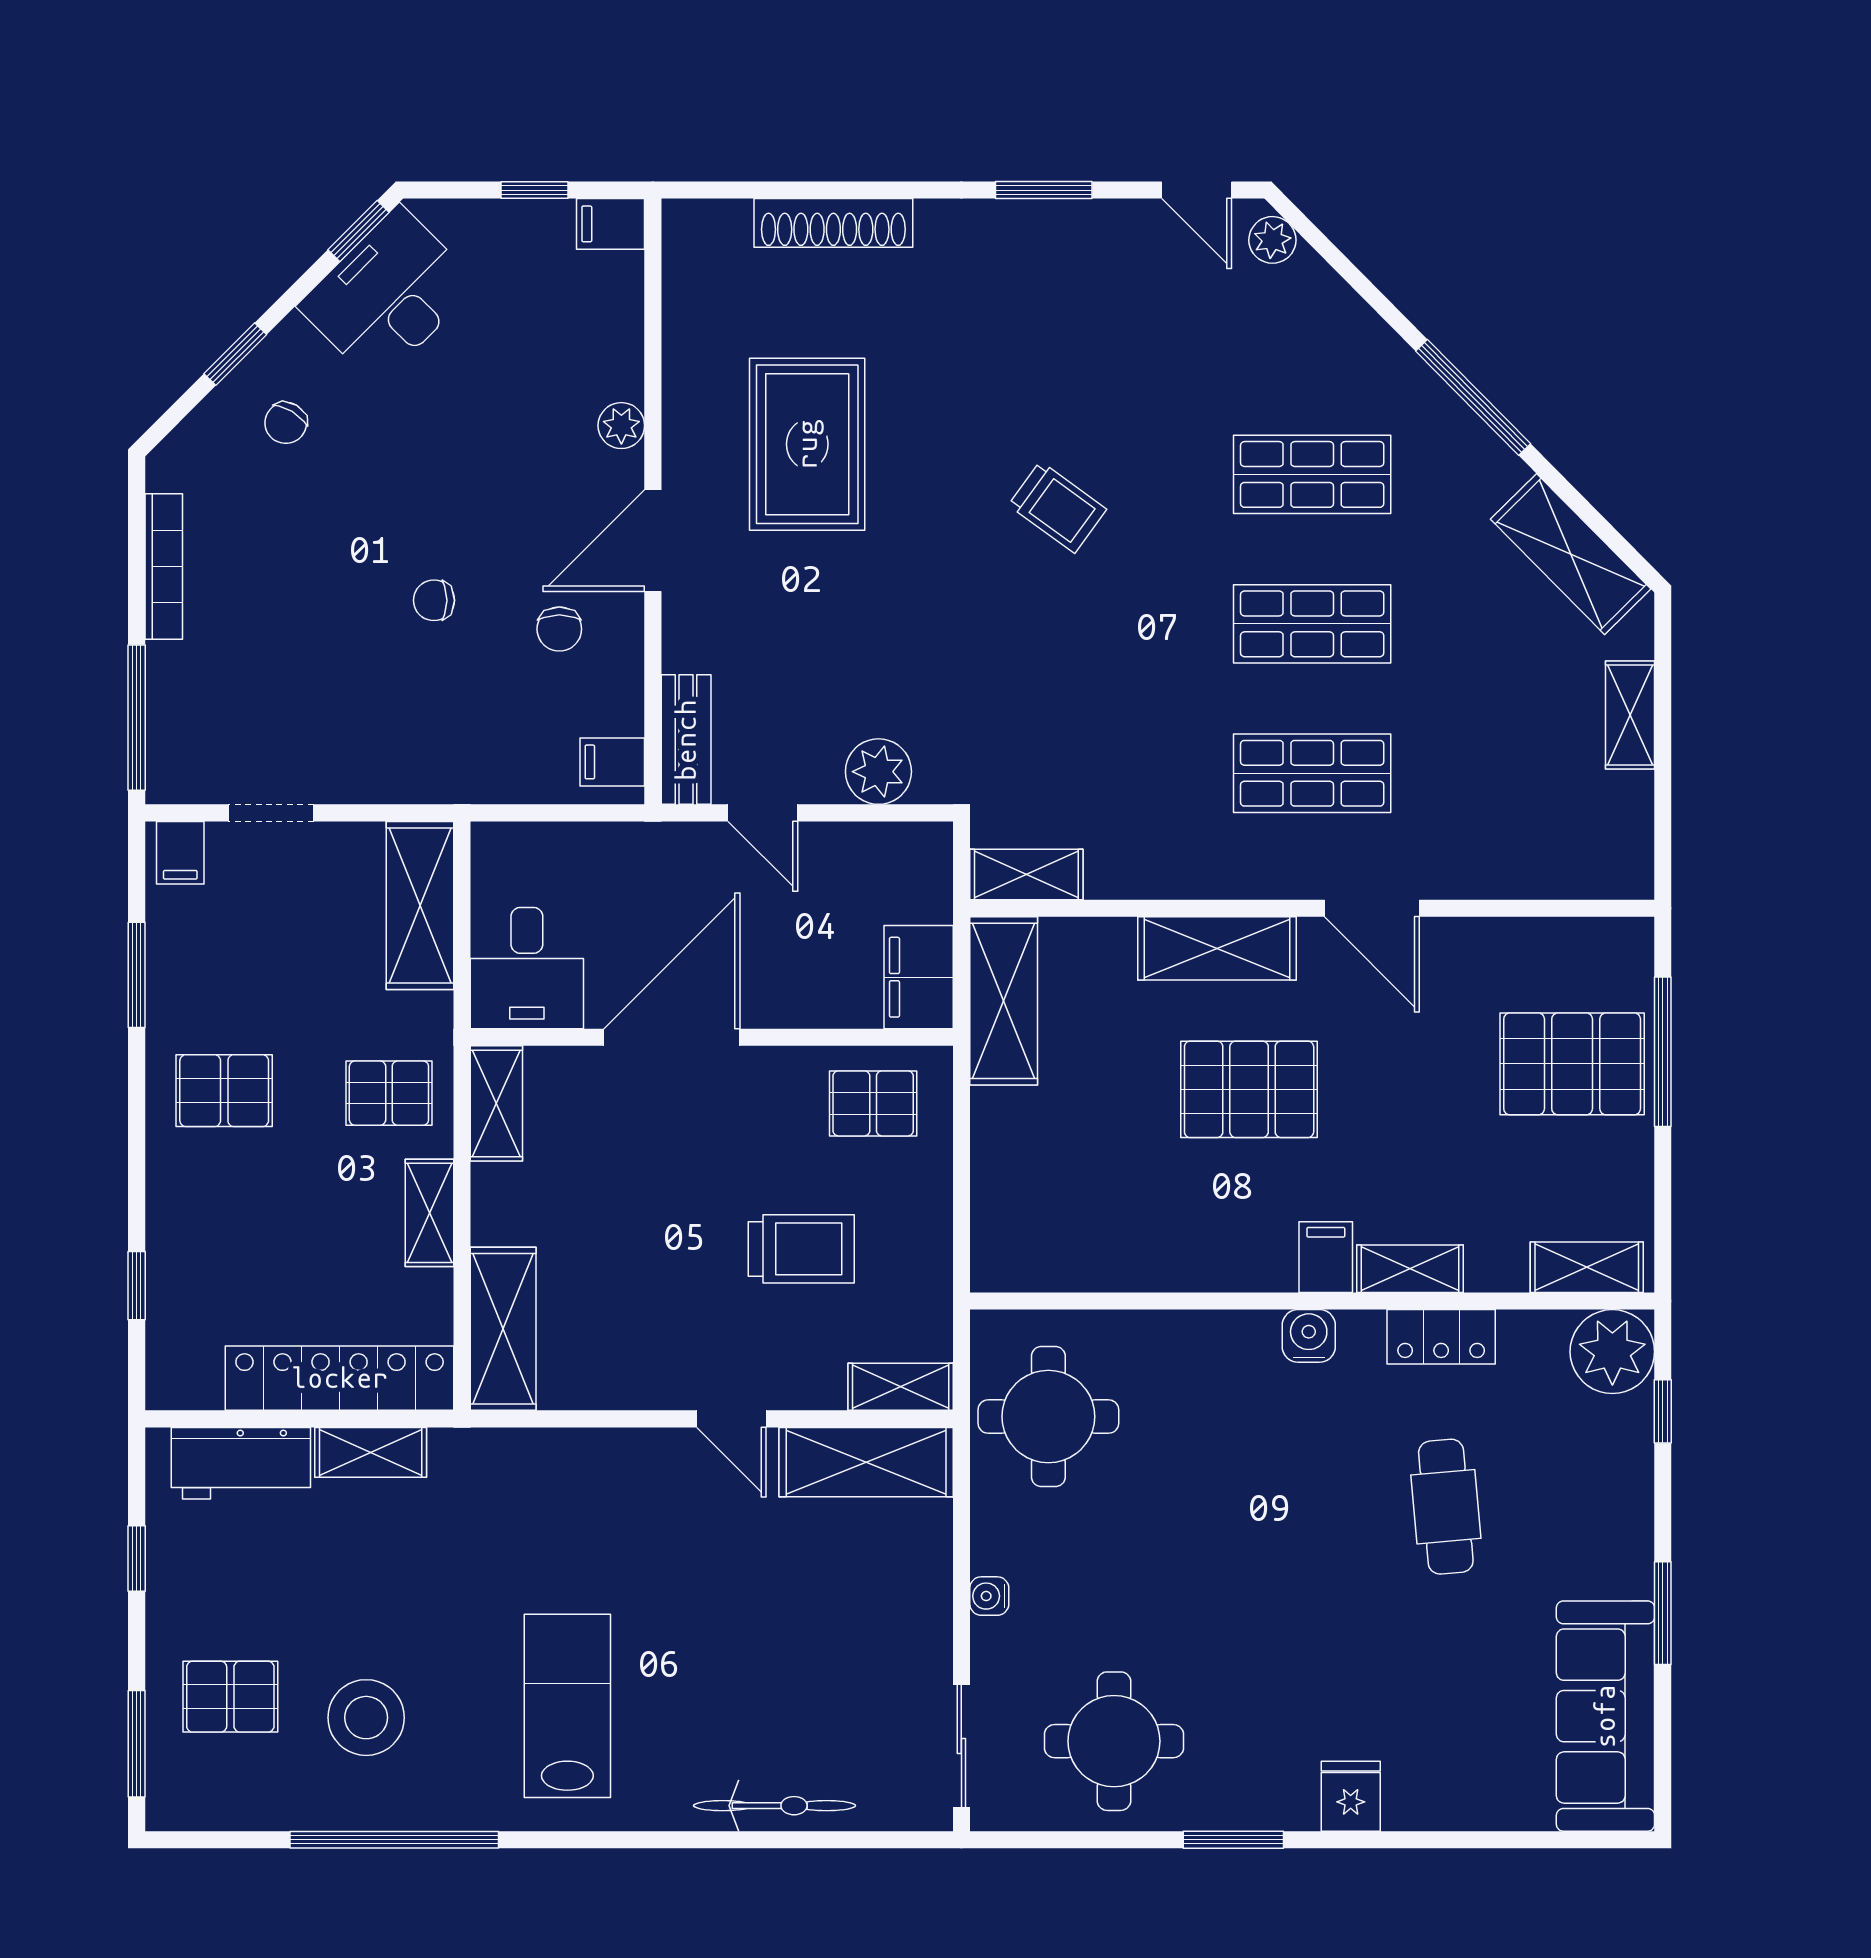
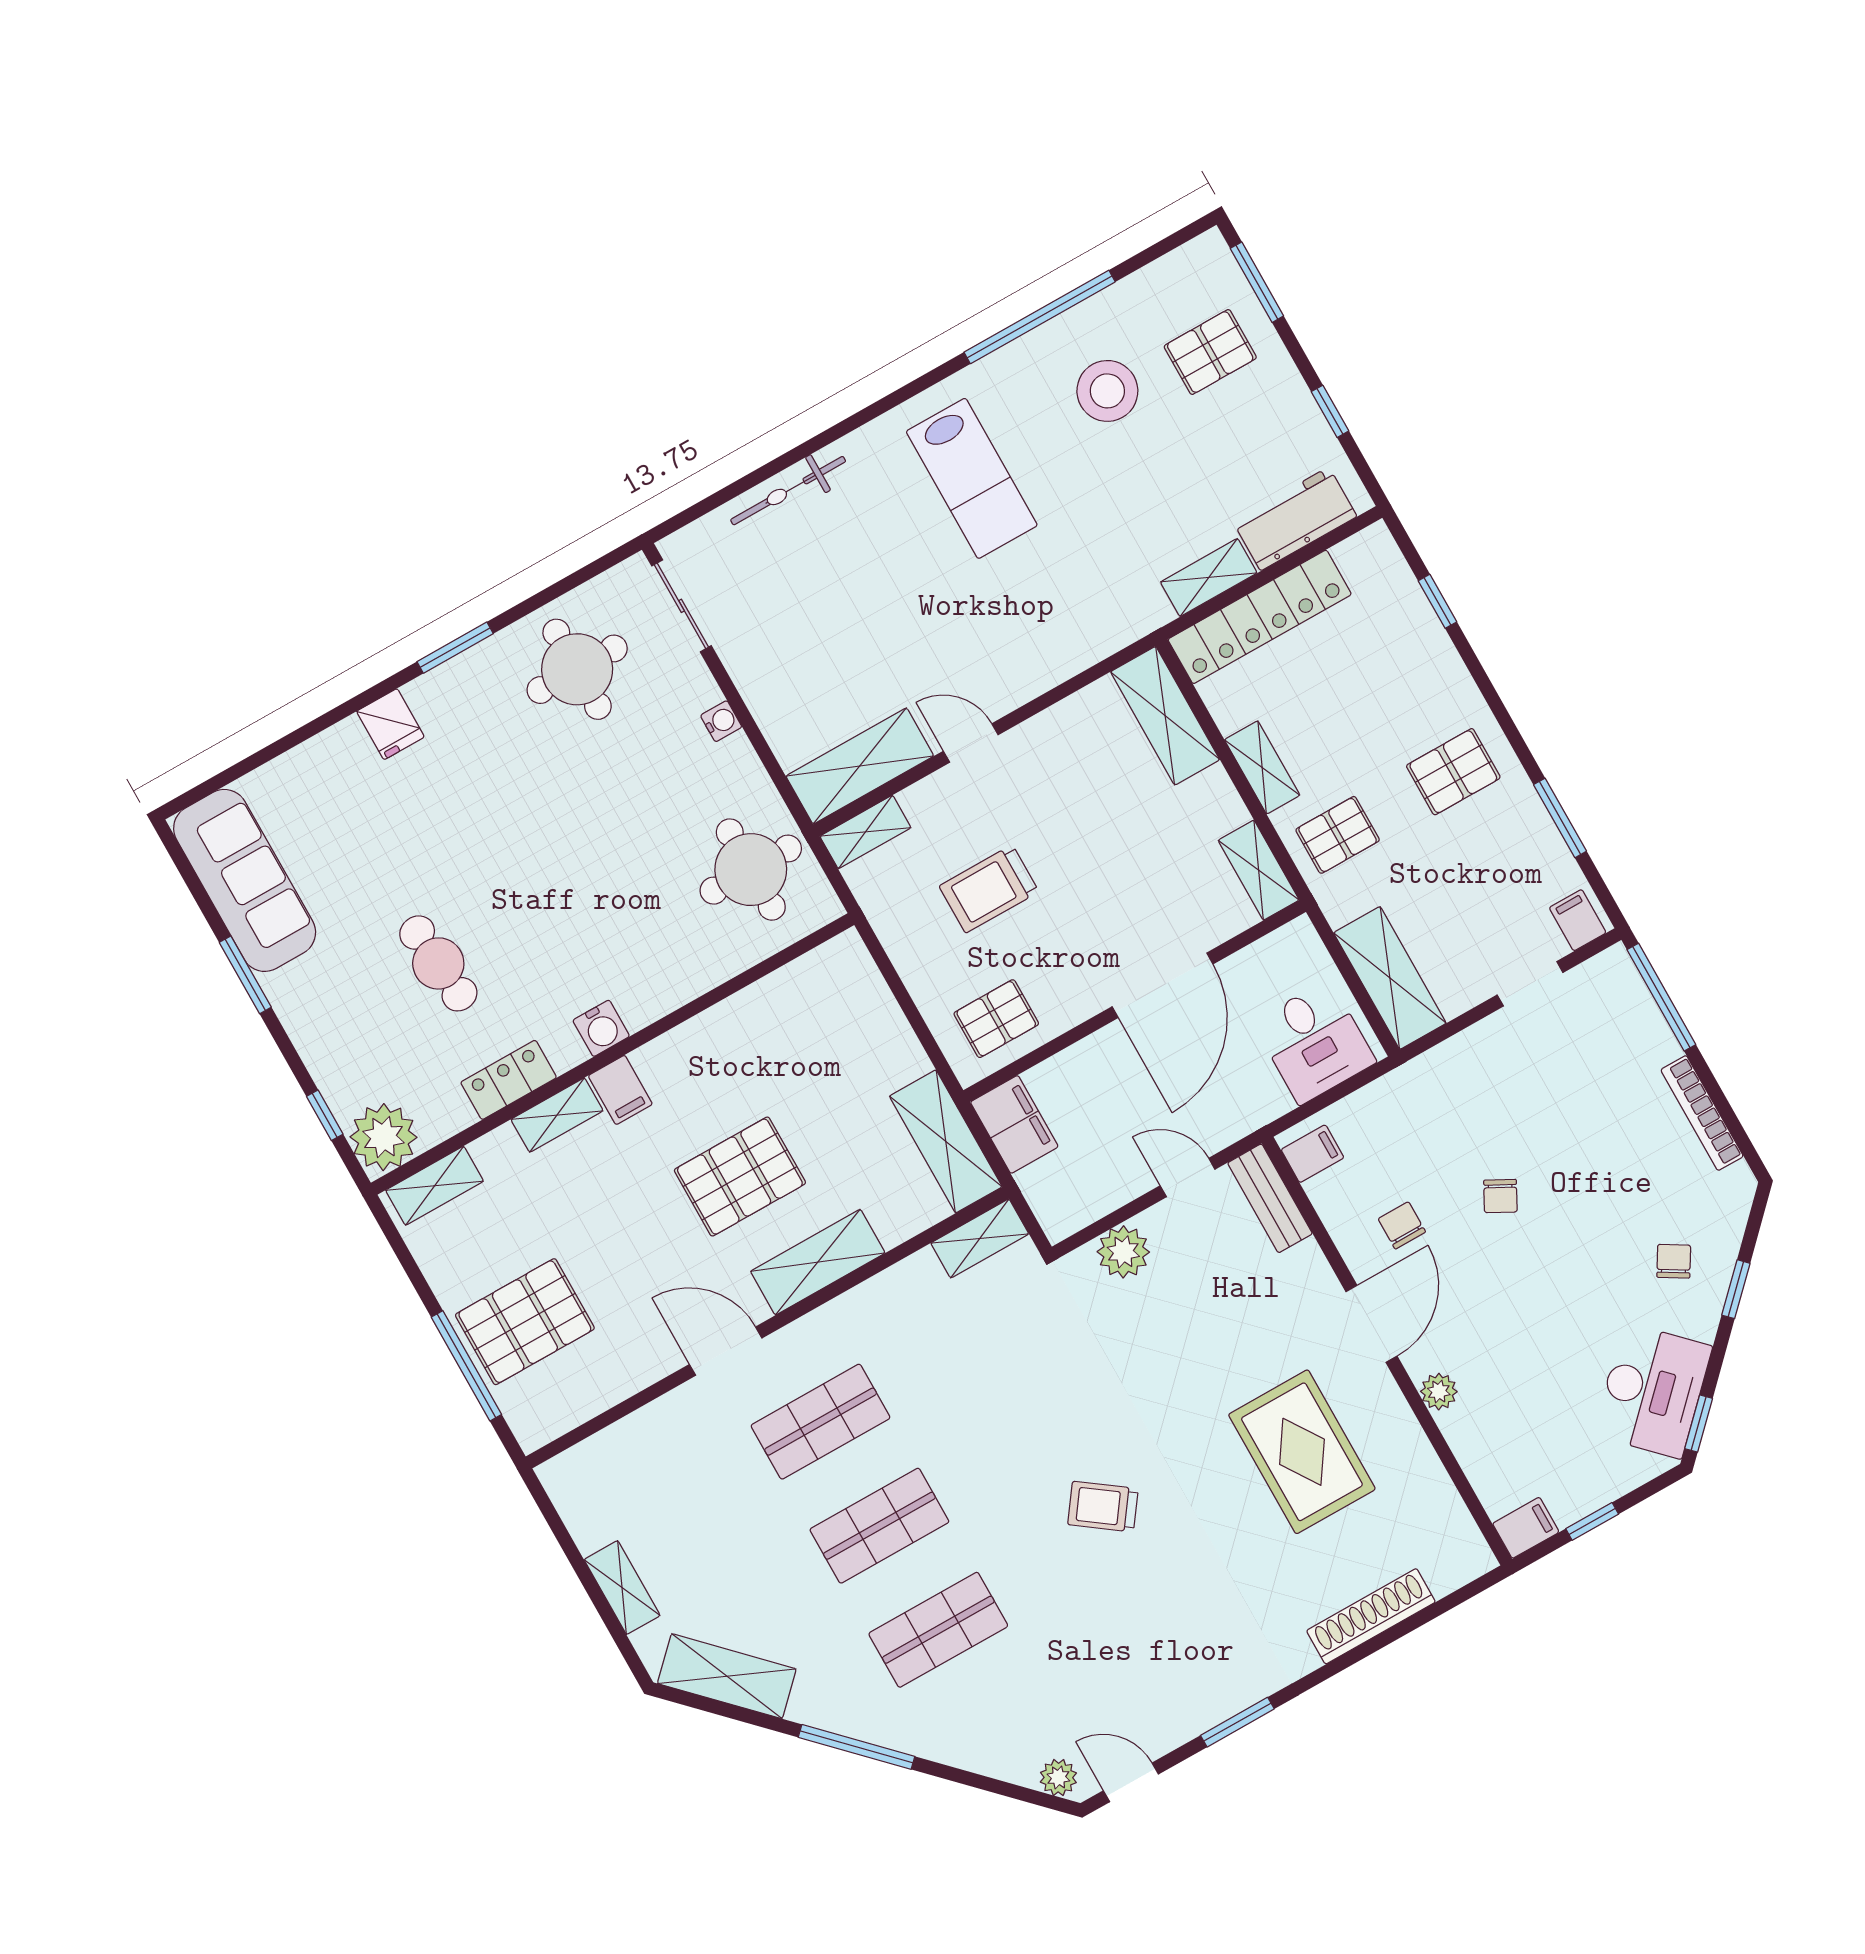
chair: (434, 600) -> (1500, 1196), turned 118
desk: (527, 968) -> (1314, 1042), moved, turned 180

